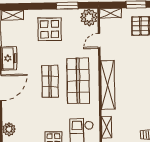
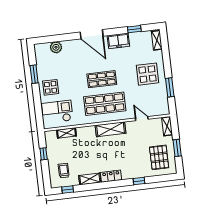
plant: (89, 17) -> (162, 108), removed
shelving: (108, 85) -> (111, 129), width x0.68

